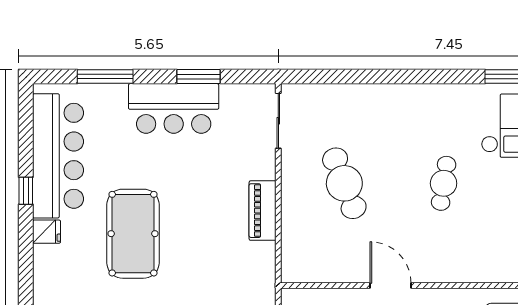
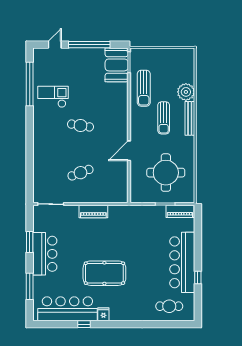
cafe table: (344, 183) -> (80, 173), width x0.73, depth x0.74

